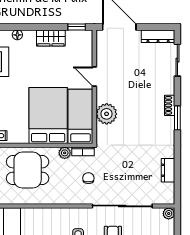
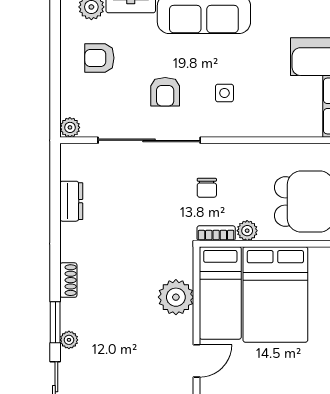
door: (94, 76) -> (197, 361), hinge flipped
plant: (169, 89) -> (69, 340), added
shoe rack: (170, 105) -> (68, 280), moved
window: (177, 118) -> (55, 322), moved

